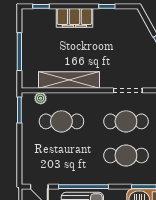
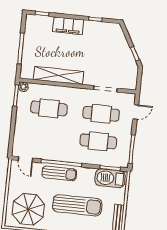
plant: (41, 98) -> (23, 87), moved

